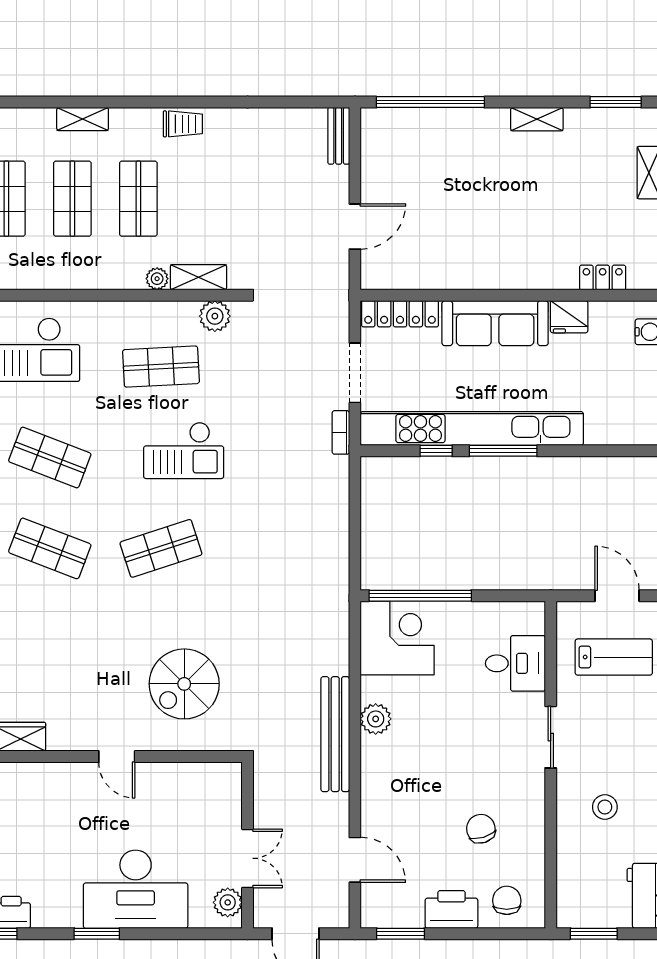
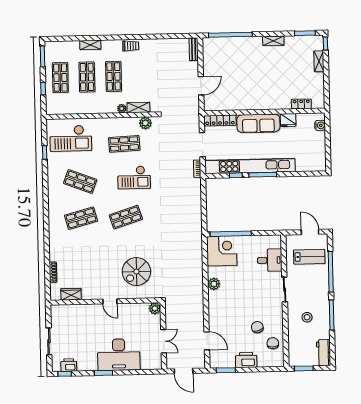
shop shelf: (50, 548) -> (81, 218), turned -36
bench: (335, 734) -> (198, 290), removed
chair: (507, 900) -> (273, 343), moved
plant: (228, 902) -> (155, 308), moved

